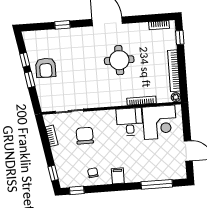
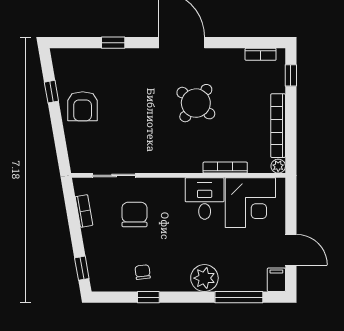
round table: (119, 60) -> (196, 103), turned 38
window: (30, 80) -> (57, 122), removed
plant: (133, 174) -> (204, 278), added
filing cabinet: (118, 176) -> (276, 280), moved
window: (77, 190) -> (148, 297), moved

